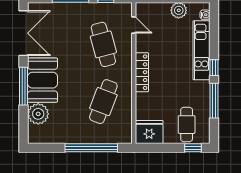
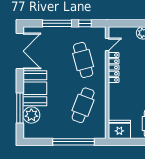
door: (134, 25) -> (107, 45), hinge flipped
locker: (142, 72) -> (114, 67), moved
window: (24, 86) -> (20, 108), moved

